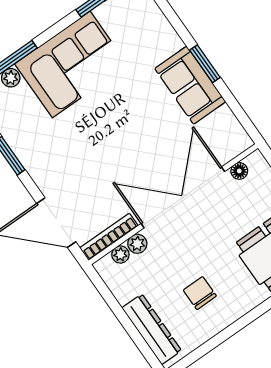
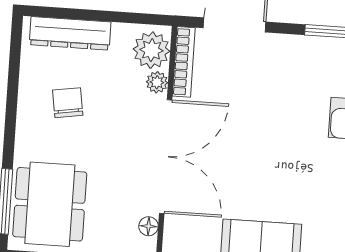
plant: (120, 254) -> (152, 50), width x1.88, depth x1.88
chair: (200, 293) -> (68, 103), turned -99

